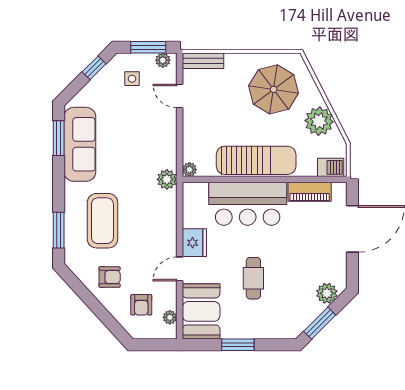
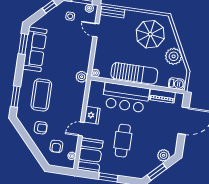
cafe table: (253, 278) -> (123, 141), width x1.37, depth x1.35

